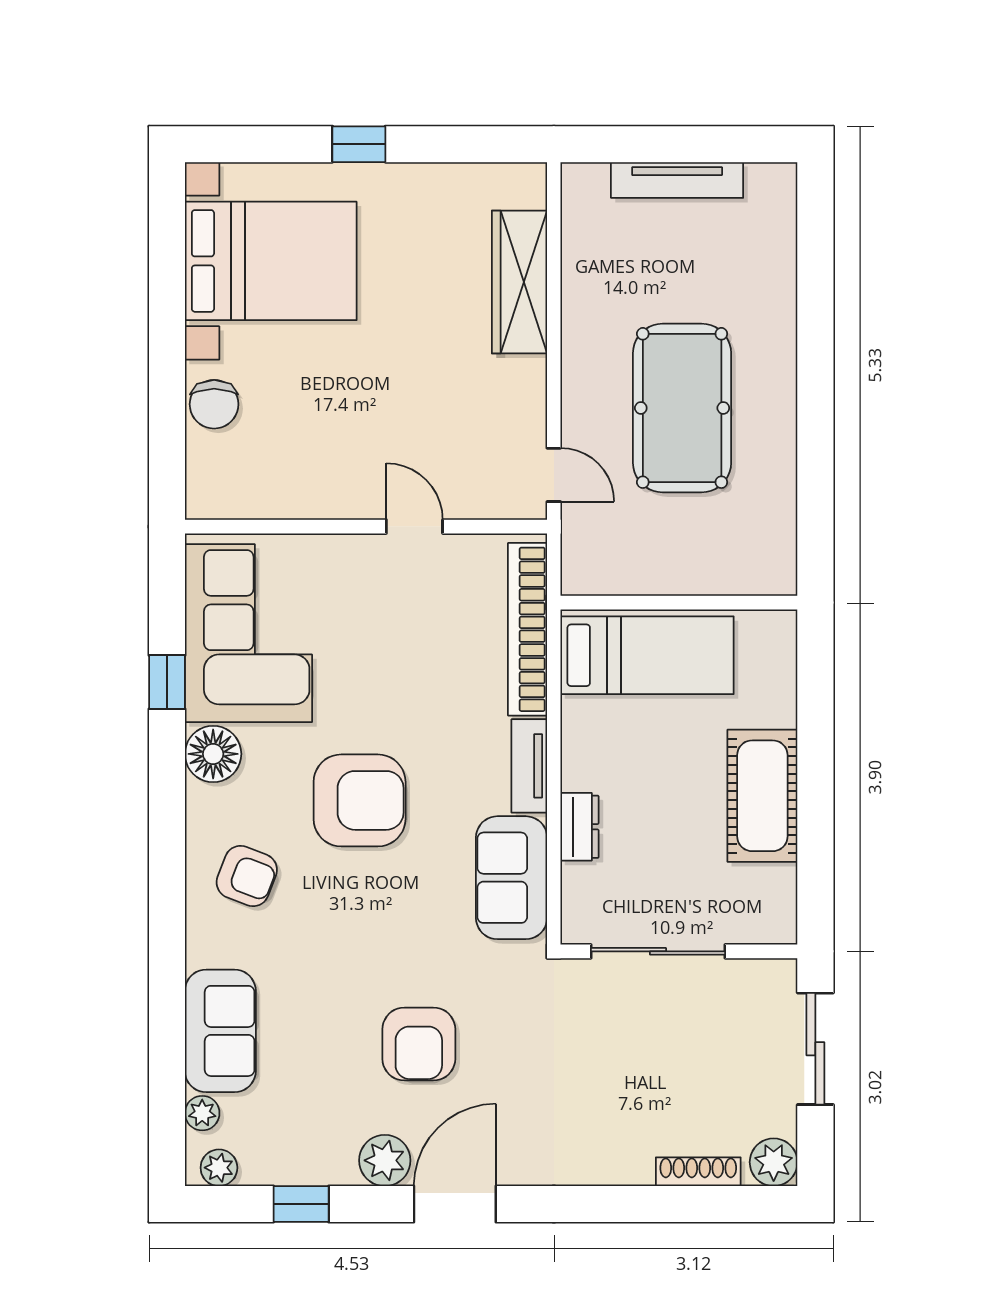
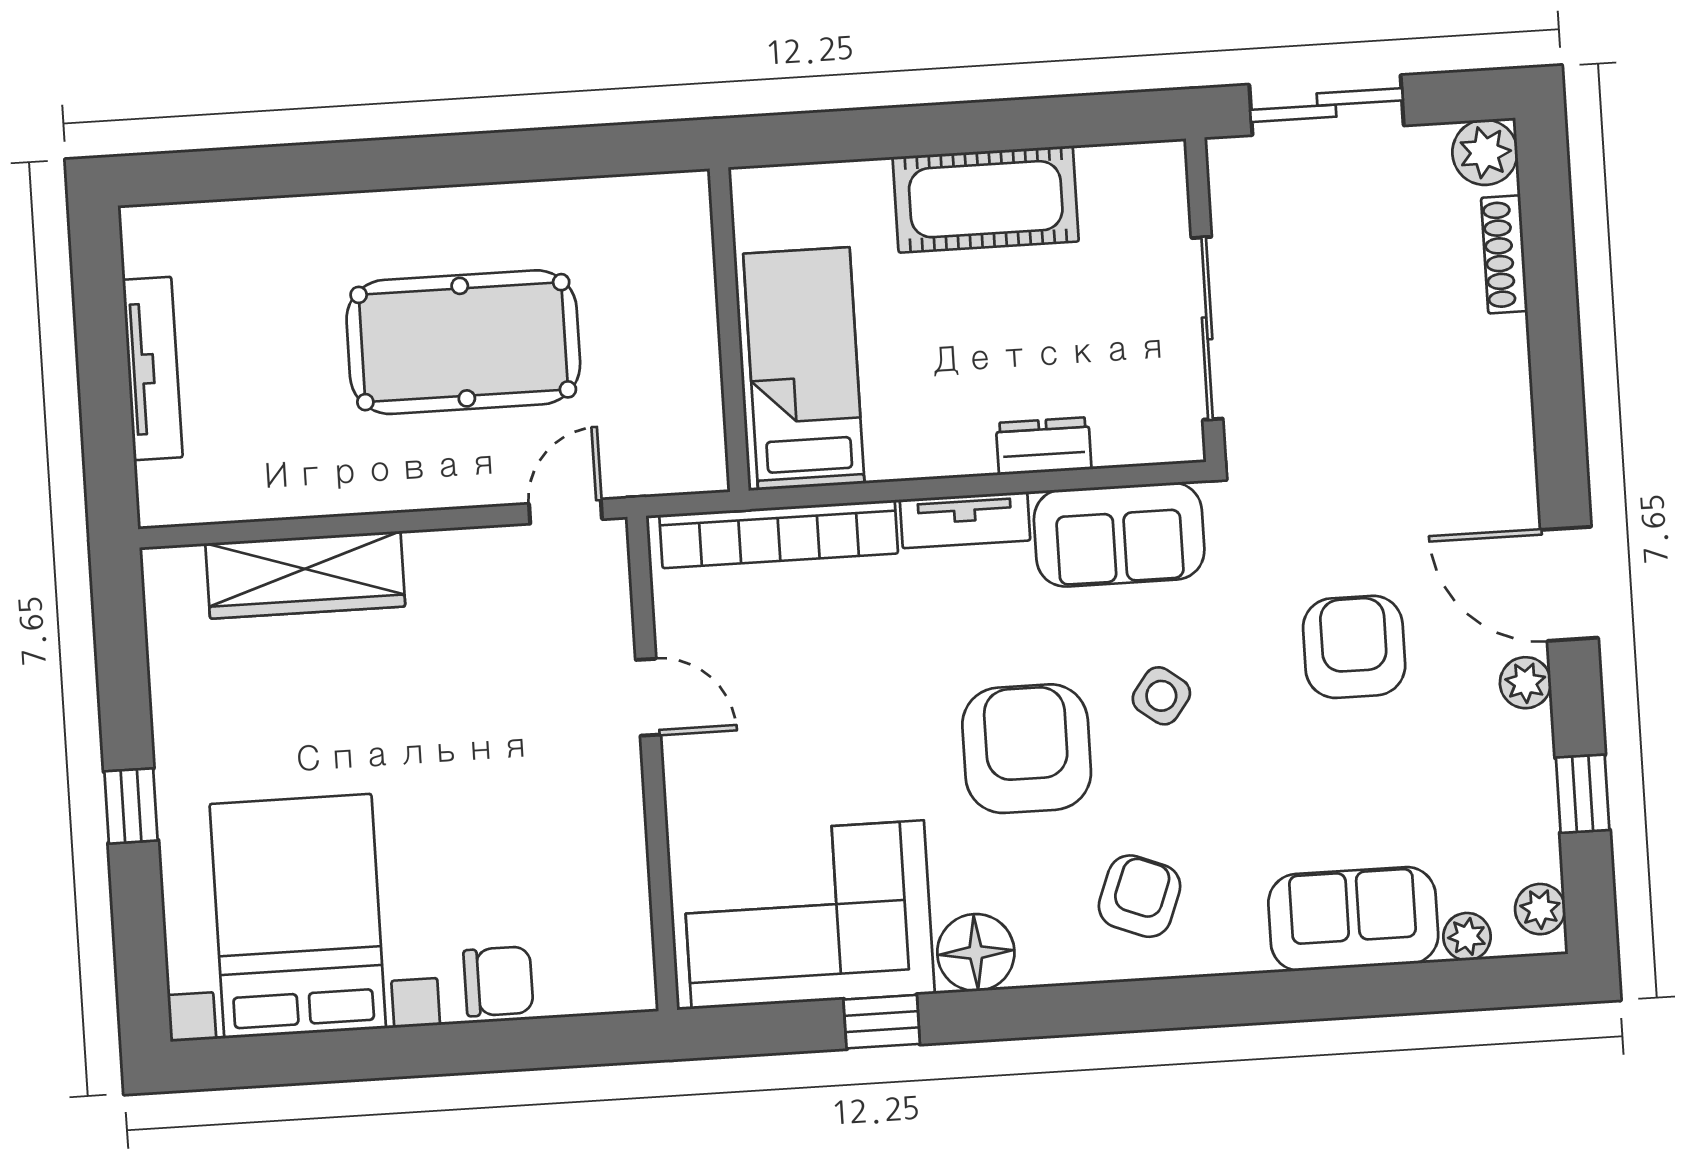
door: (414, 527) -> (648, 697), swing flipped
side table: (392, 901) -> (1161, 696), added
armchair: (419, 1044) -> (1354, 647), turned -90
plant: (385, 1160) -> (1525, 683), width x0.73, depth x0.73

